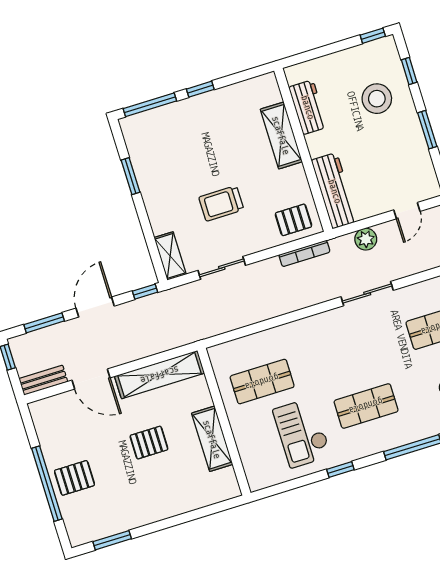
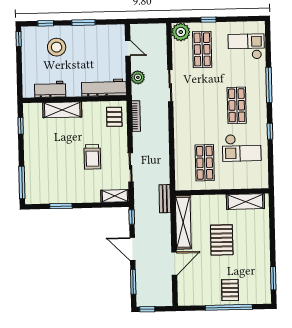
window: (200, 89) -> (21, 126), moved
bench: (43, 380) -> (165, 199), moved
shelving: (212, 439) -> (245, 202), moved
pallet: (149, 443) -> (222, 240), width x1.50, depth x1.42

